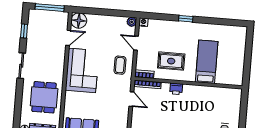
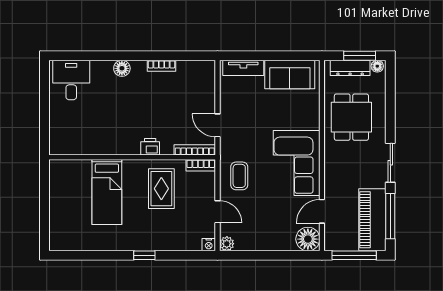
piano: (36, 30) -> (372, 220), added
window: (24, 31) -> (390, 216), width x2.17
rug: (171, 61) -> (161, 189), turned 90

